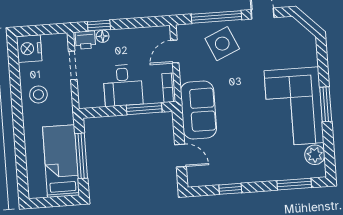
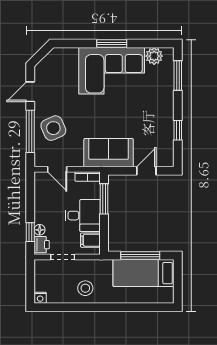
nightstand: (29, 49) -> (40, 298), width x0.53, depth x0.56
filing cabinet: (95, 96) -> (90, 240), added

